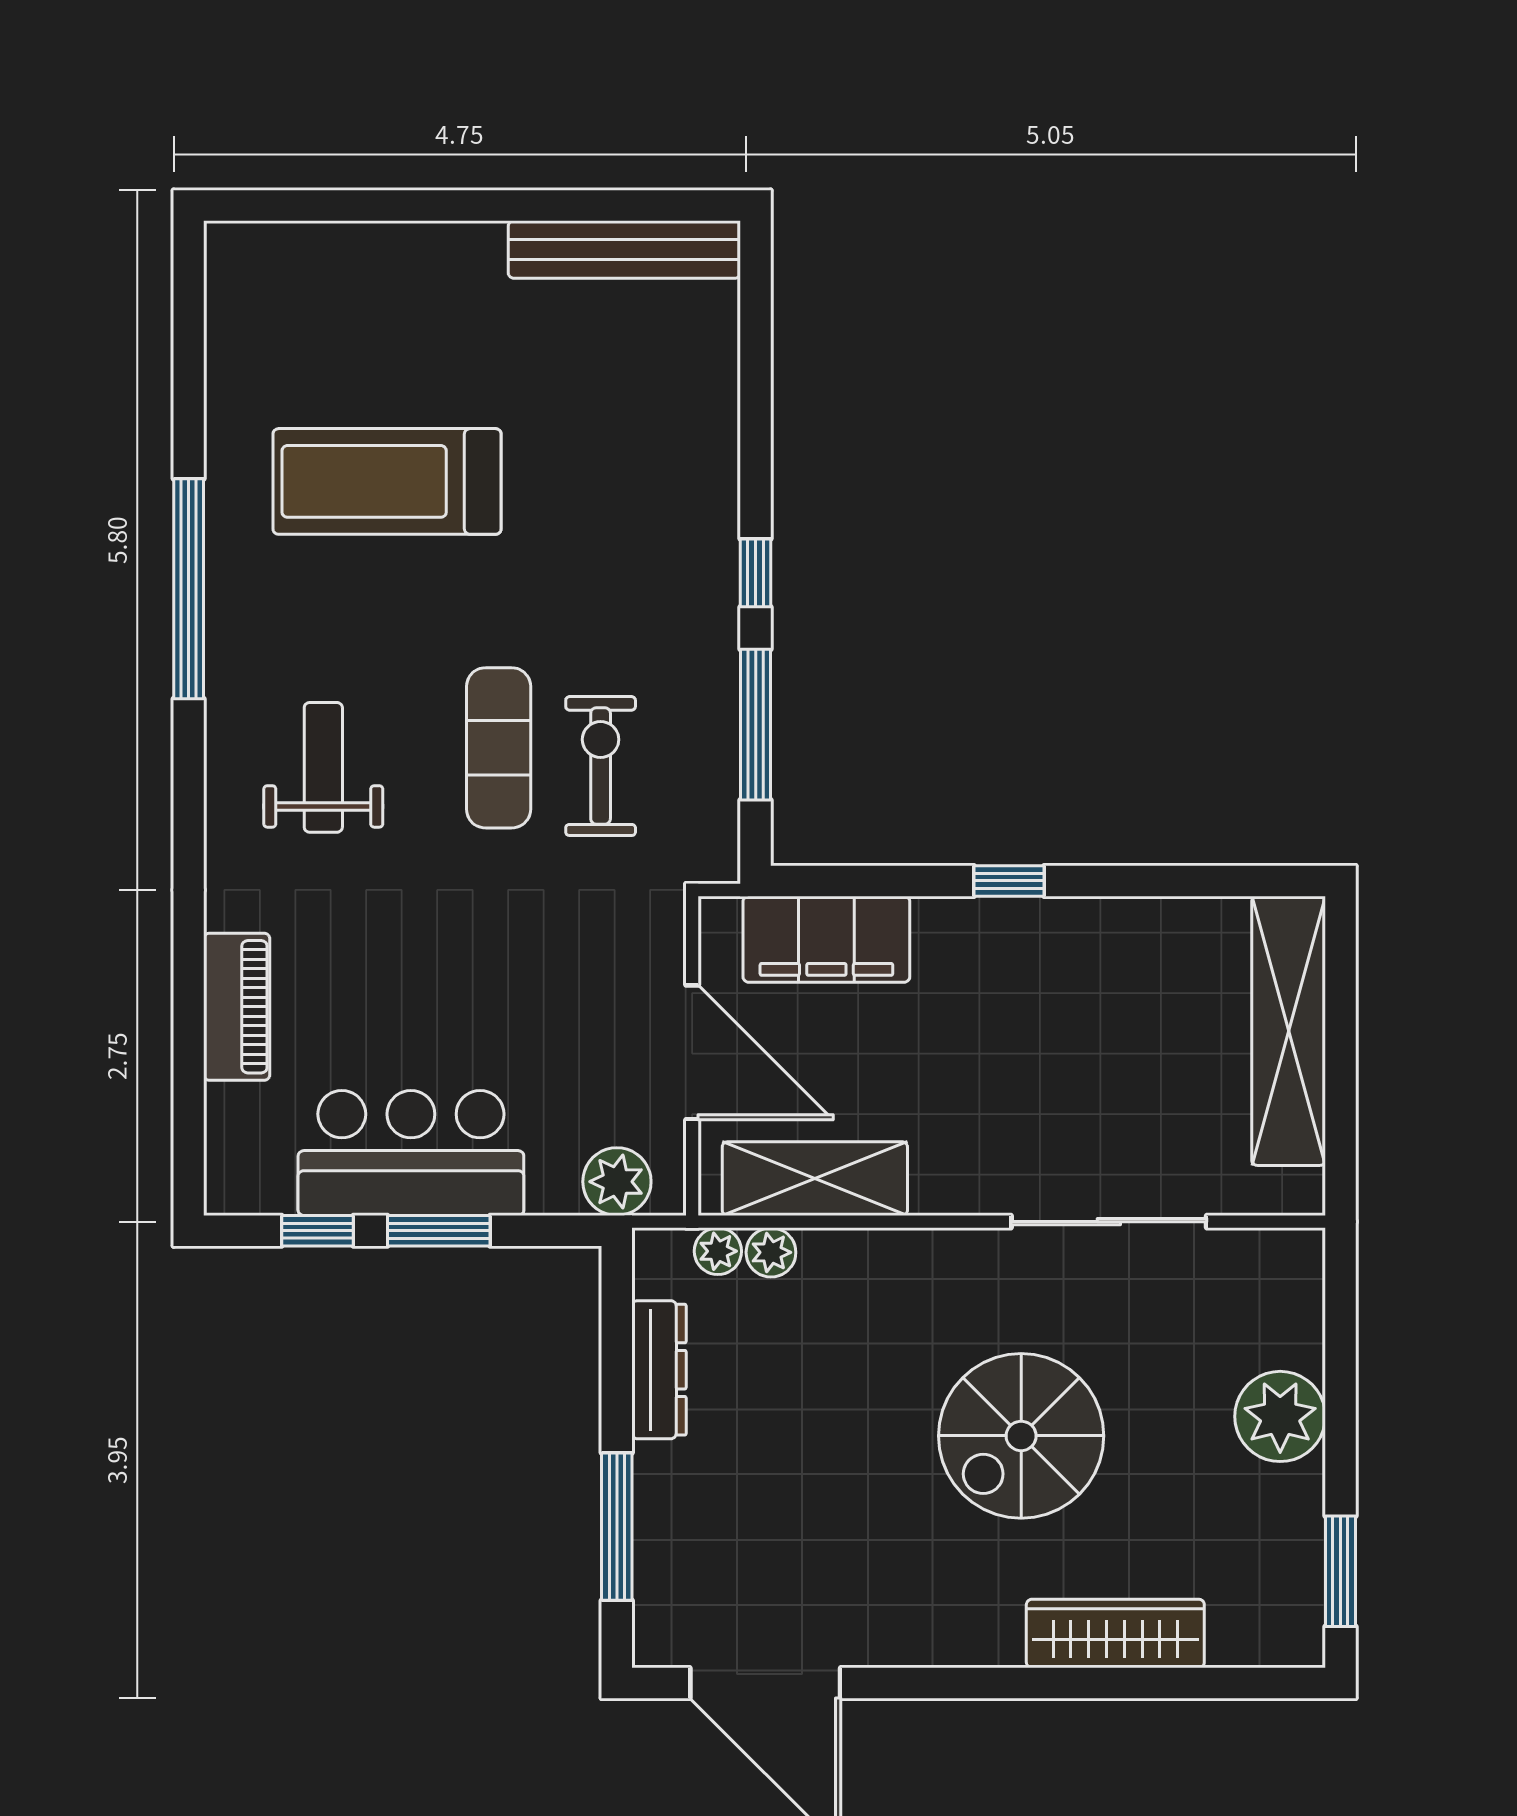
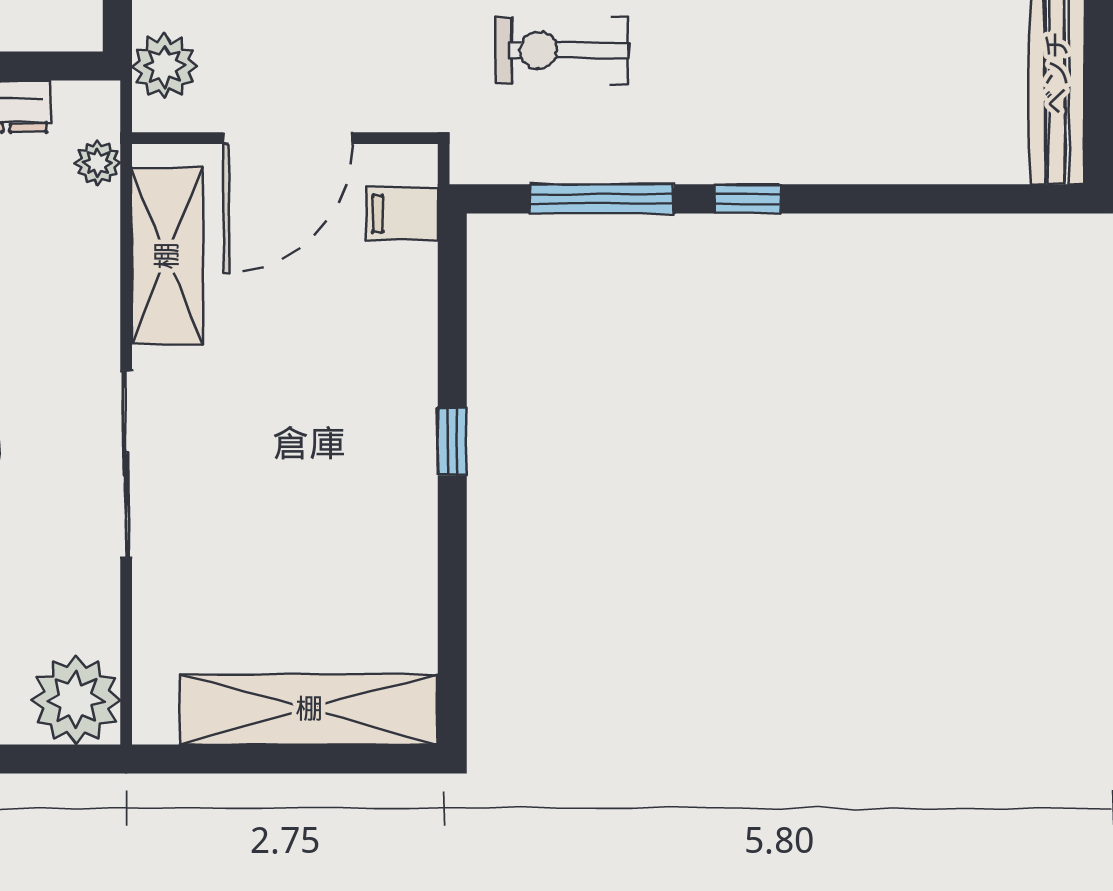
exercise bike: (601, 766) -> (562, 50), turned 180
filing cabinet: (826, 939) -> (402, 214), width x0.33, depth x0.86
sliding door: (1109, 1222) -> (126, 465), moved
plant: (771, 1252) -> (76, 700), moved, width x1.88, depth x1.88

